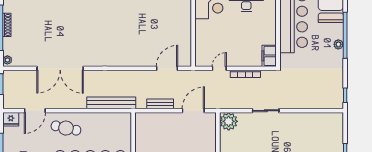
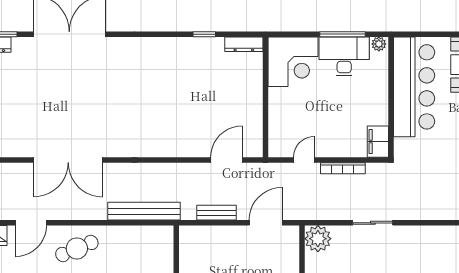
cafe table: (66, 128) -> (77, 248), turned -35

